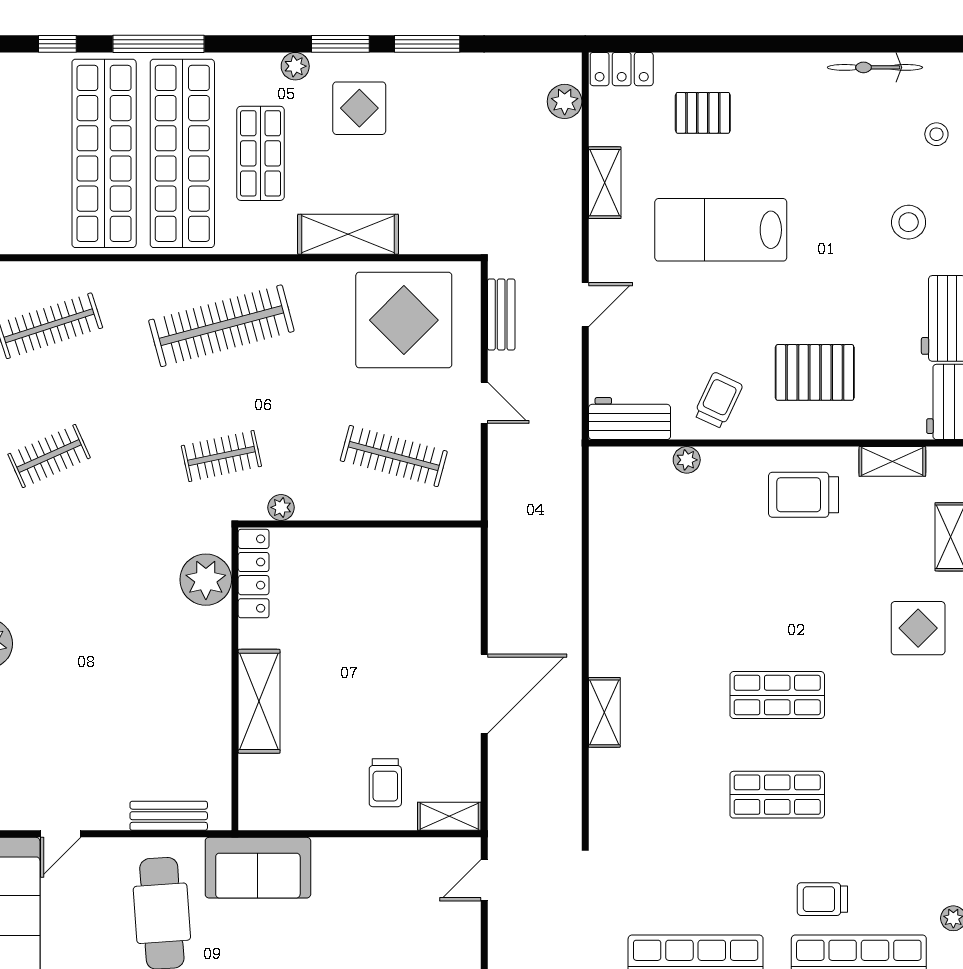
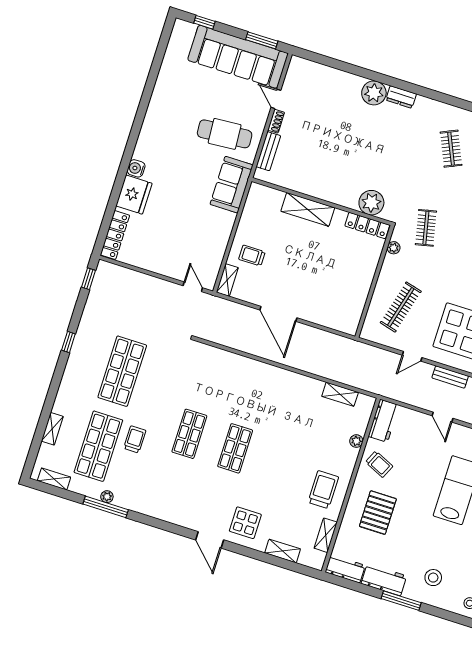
shelving: (604, 712) -> (340, 394), moved
shoe rack: (104, 819) -> (276, 121), added

